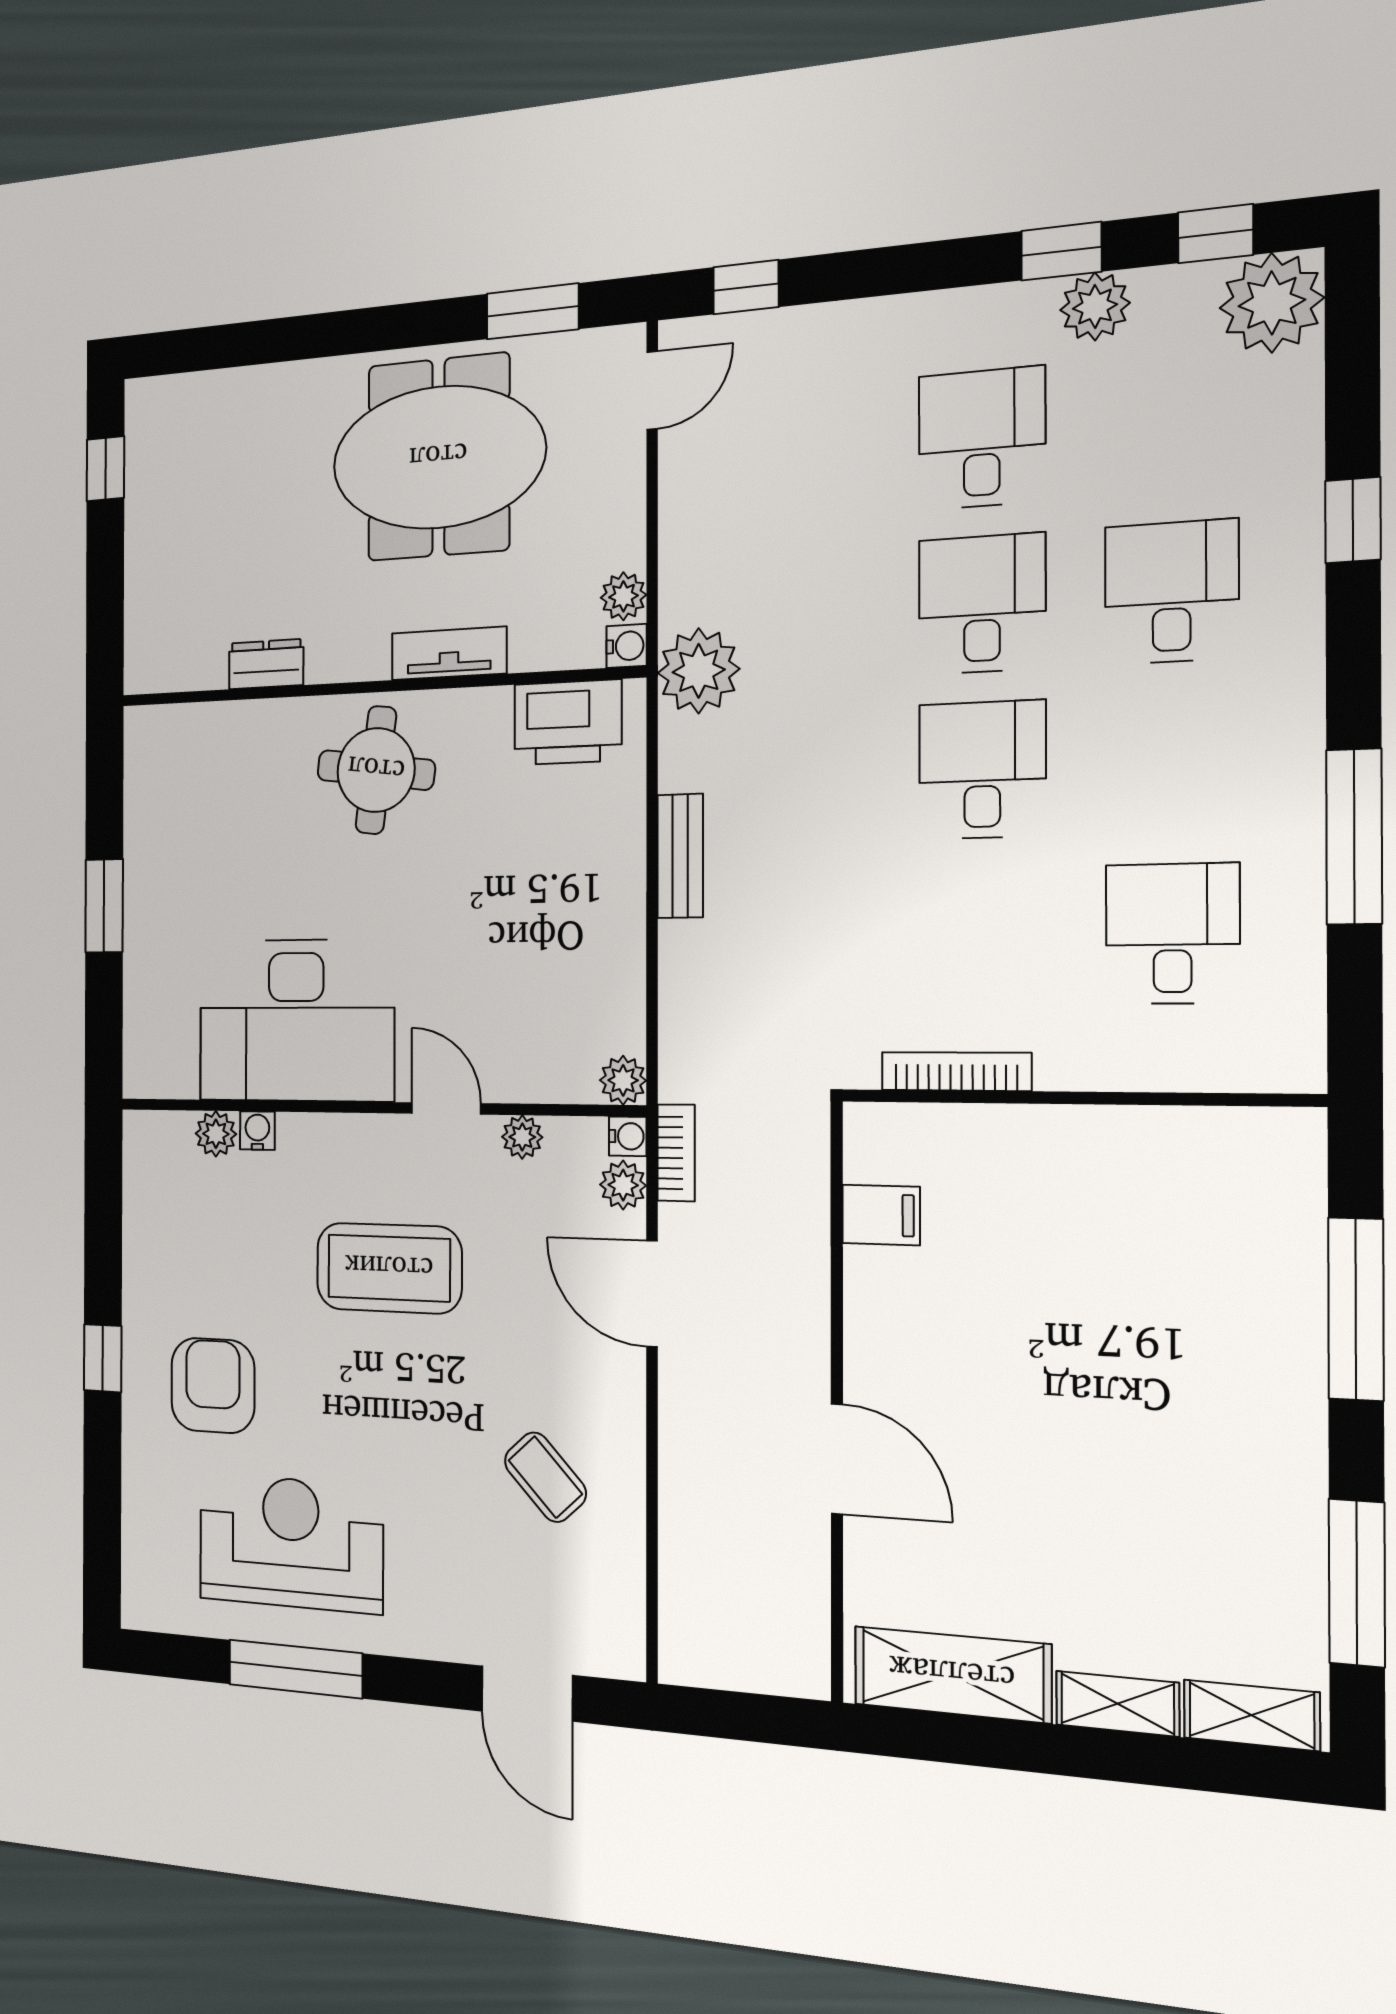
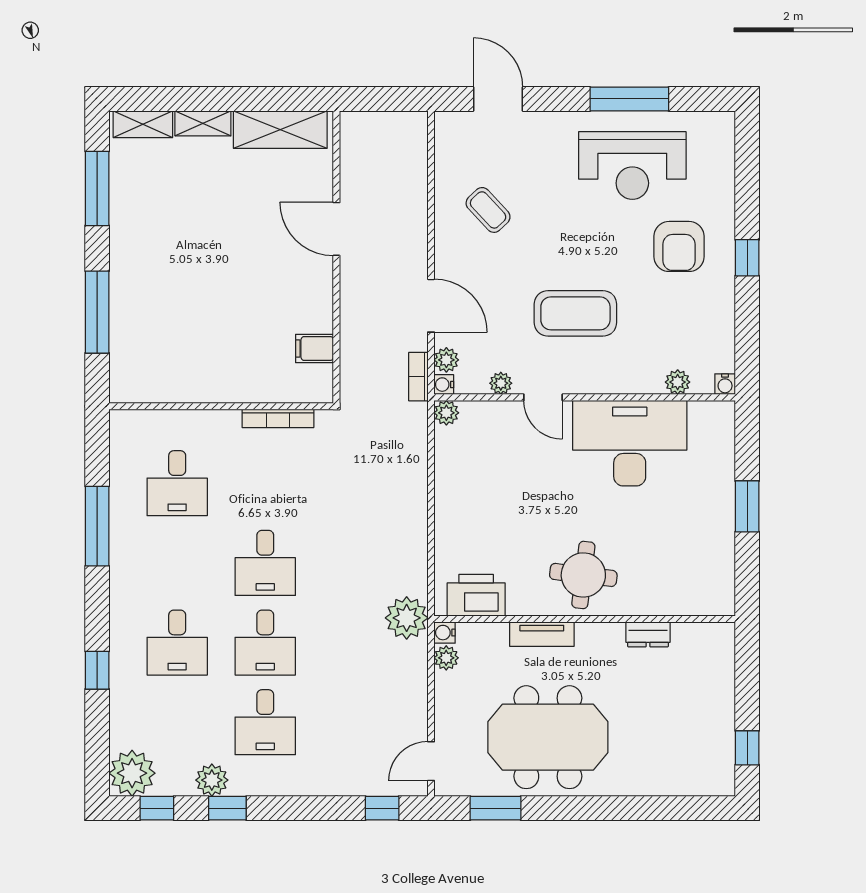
bench: (680, 856) -> (416, 525), removed
water cooler: (257, 1131) -> (725, 384), moved

